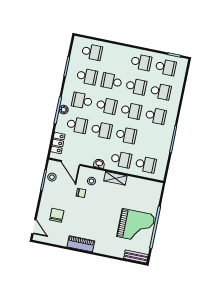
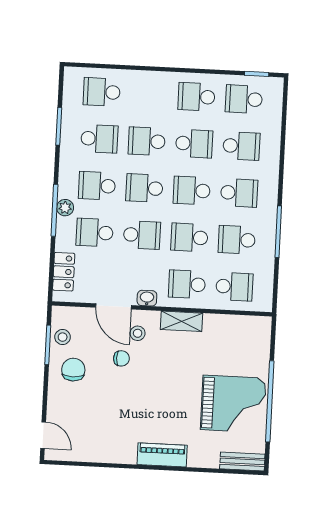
school desk: (92, 52) -> (102, 92), turned 180
school desk: (141, 62) -> (196, 97), turned 180
school desk: (166, 67) -> (244, 99), turned 180
school desk: (107, 106) -> (144, 188), turned 180
school desk: (131, 111) -> (192, 190), turned 180
school desk: (77, 125) -> (95, 233), turned 180
school desk: (126, 135) -> (189, 237), turned 180
school desk: (151, 140) -> (237, 240), added
school desk: (121, 159) -> (187, 284), turned 180
door: (71, 163) -> (113, 306), moved
chair: (57, 215) -> (73, 370), moved
piano: (81, 244) -> (162, 455), moved

